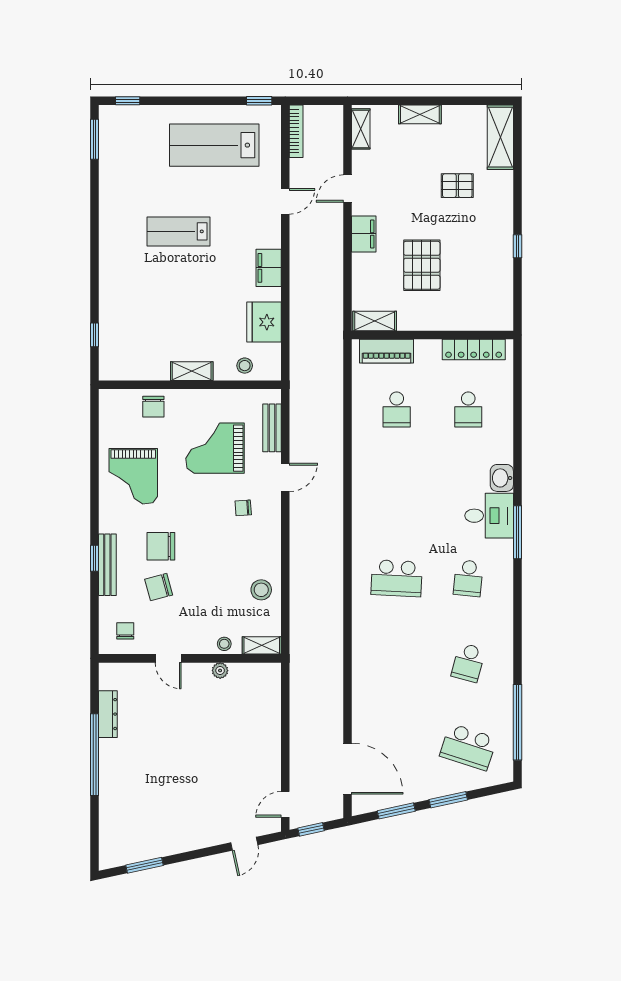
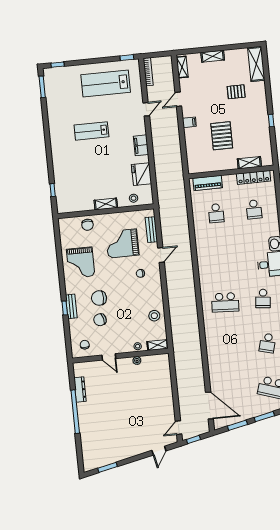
filing cabinet: (364, 234) -> (189, 122), width x0.50
shelving: (375, 321) -> (249, 163), moved
bench: (107, 565) -> (71, 306), width x0.73

